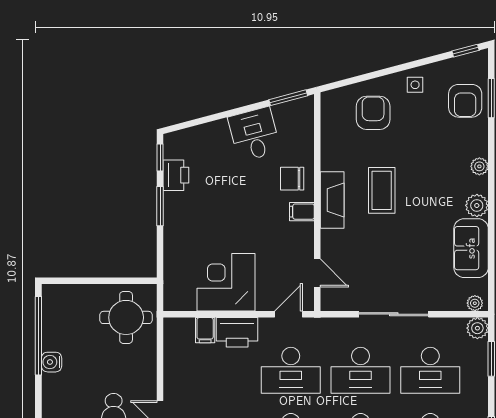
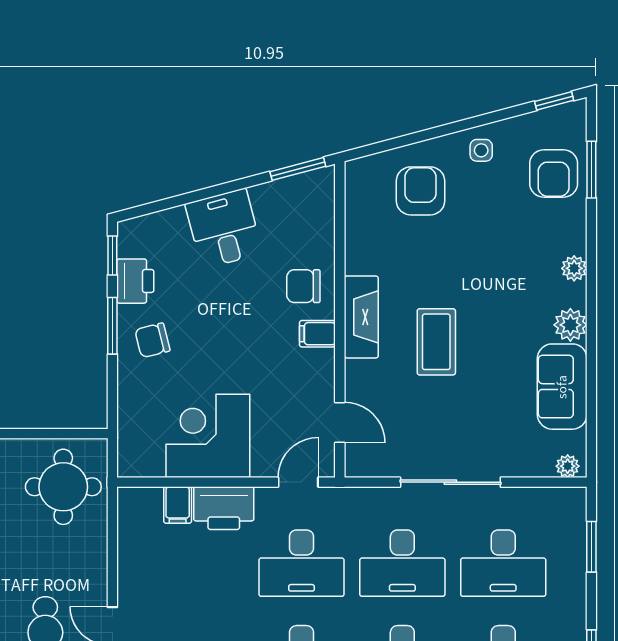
desk: (254, 134) -> (224, 229), moved
coffee table: (382, 190) -> (436, 342), moved
chair: (188, 216) -> (152, 340), added
plant: (477, 328) -> (571, 502), removed

